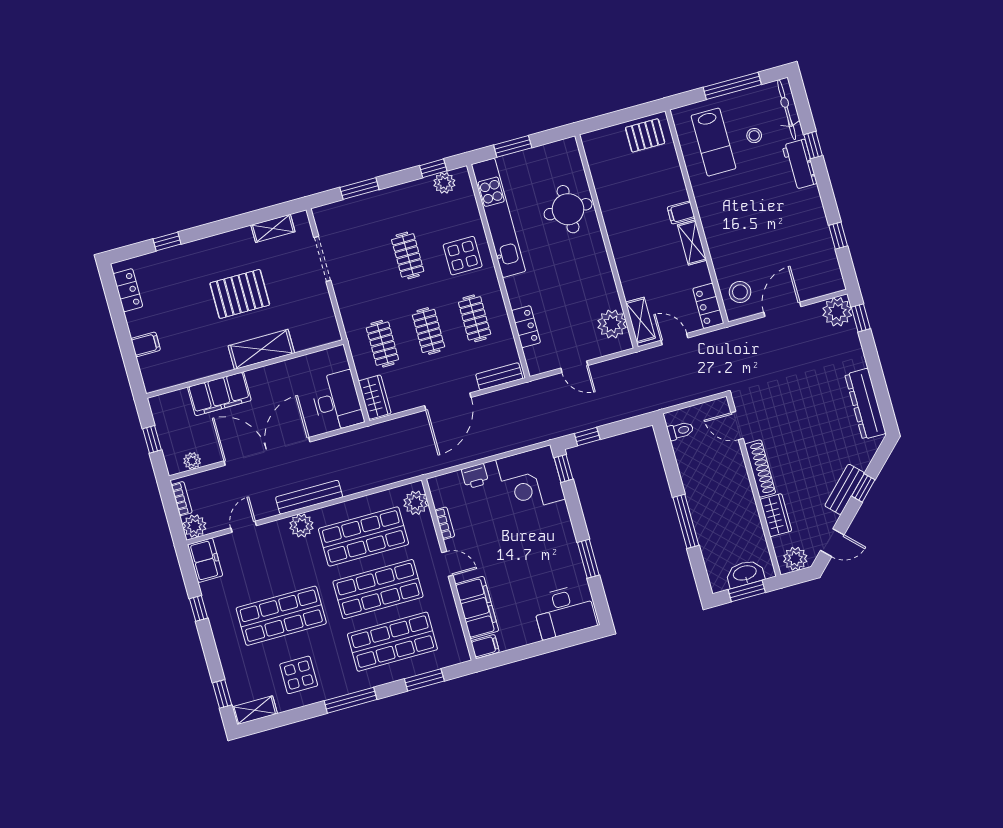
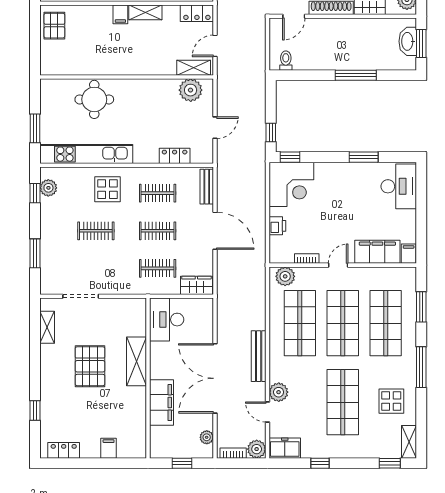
desk: (337, 401) -> (167, 320), moved, turned -90
plant: (301, 526) -> (279, 392), moved

